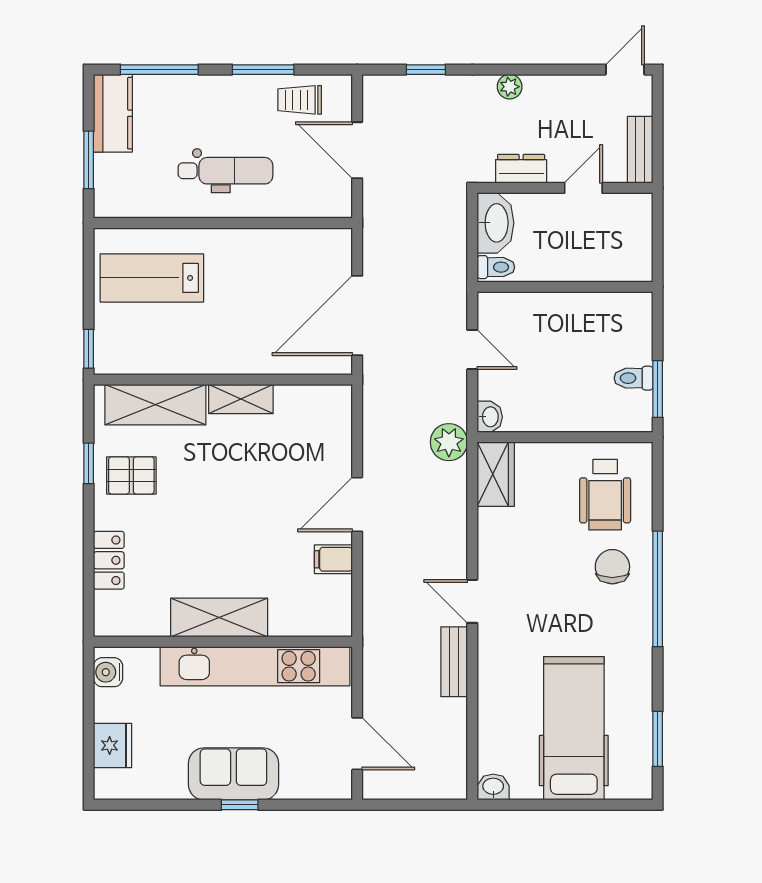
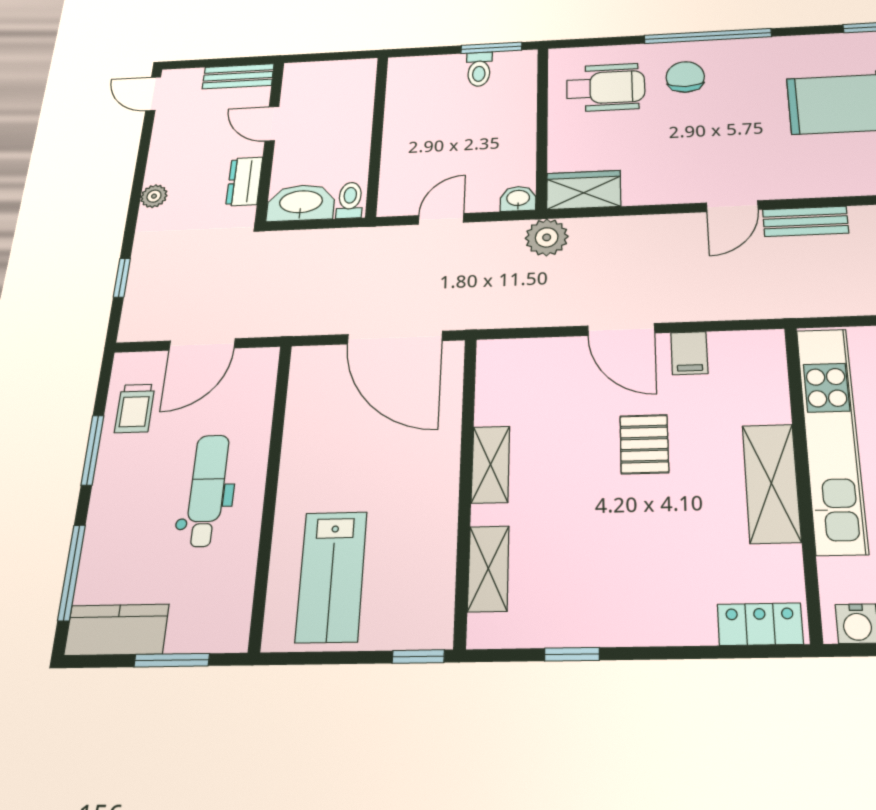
shelving: (155, 405) -> (488, 569), width x0.67, depth x0.75
pallet: (131, 475) -> (644, 444), moved
locker: (109, 560) -> (760, 624), moved
chair: (612, 567) -> (685, 77), turned 90

